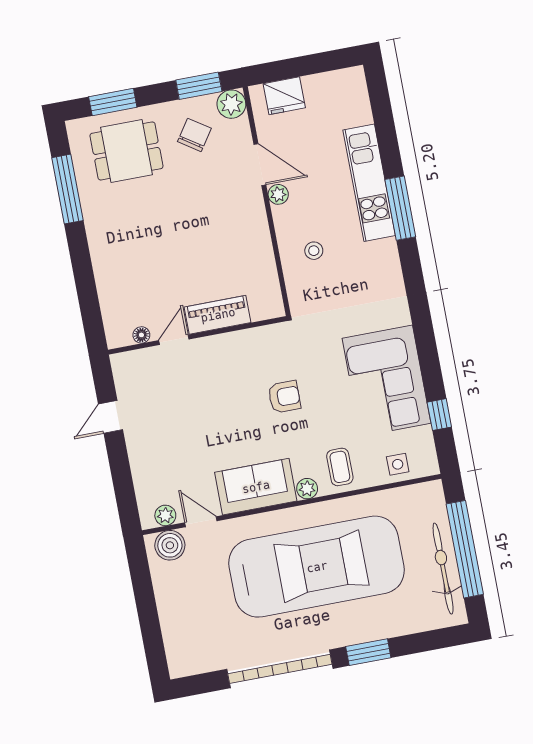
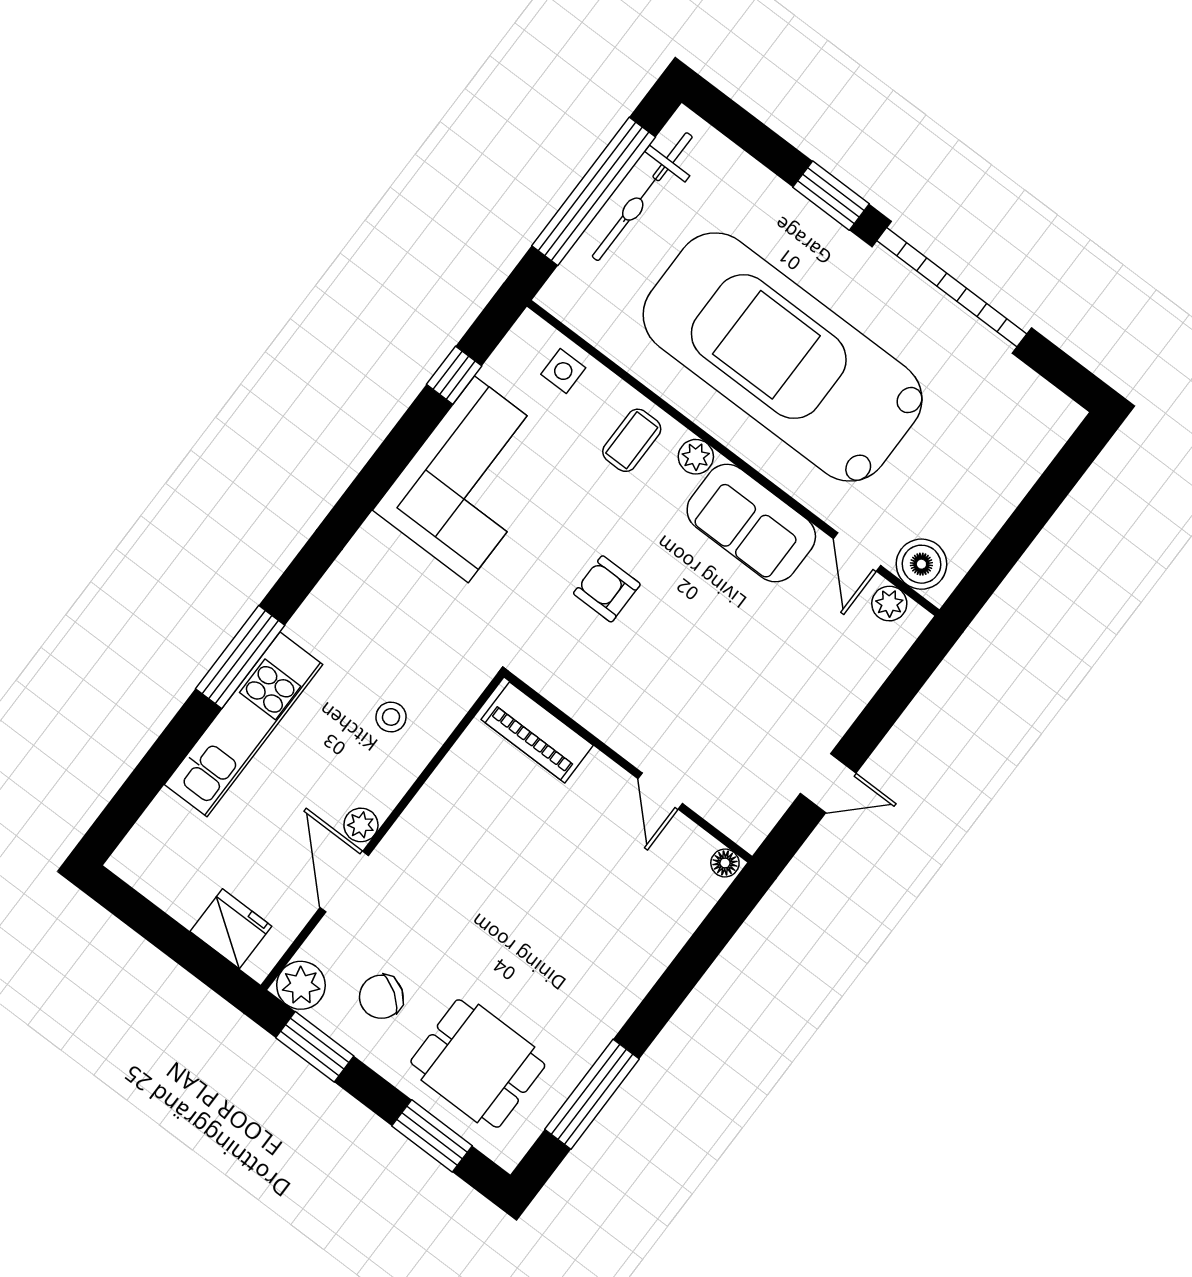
piano: (218, 315) -> (537, 732), moved
floor lamp: (141, 335) -> (725, 863), moved
door: (174, 340) -> (660, 791), hinge flipped

